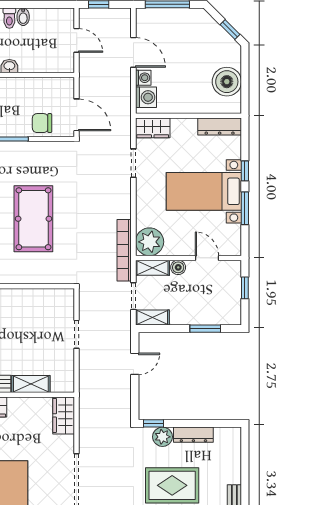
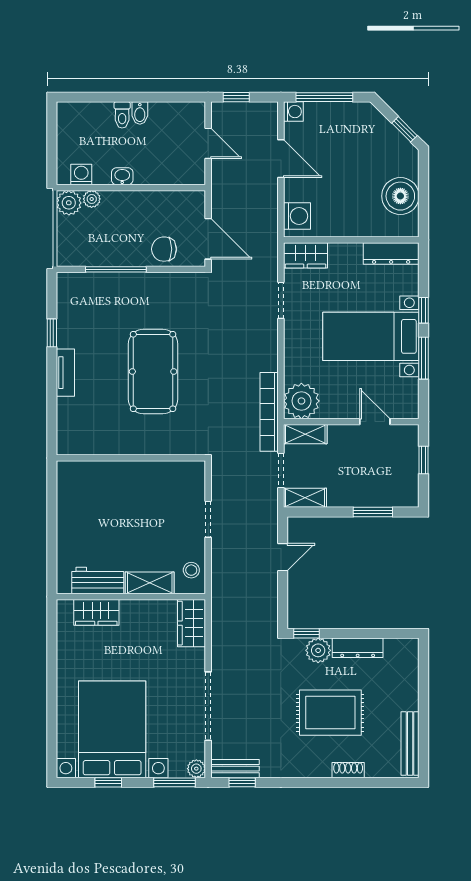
washing machine: (143, 78) -> (293, 112), moved
boiler: (178, 267) -> (338, 434), removed
stool: (63, 374) -> (191, 570), added

